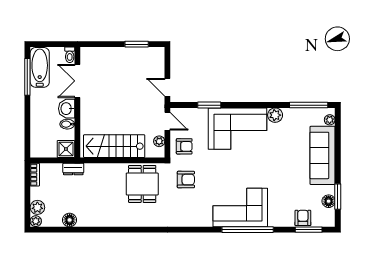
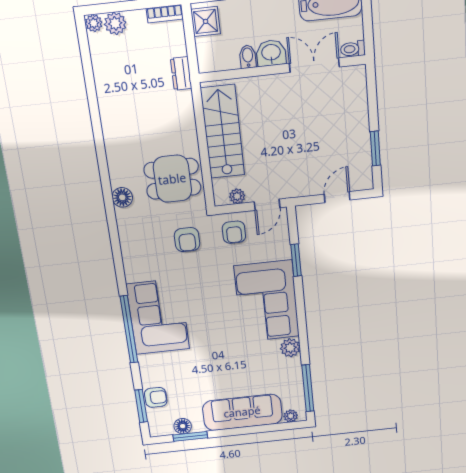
door: (167, 87) -> (337, 197), moved
shower: (66, 149) -> (206, 21), moved
floor lamp: (70, 220) -> (122, 197), moved

